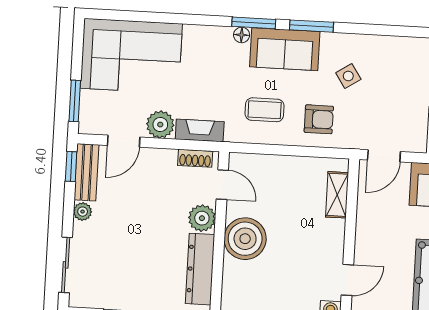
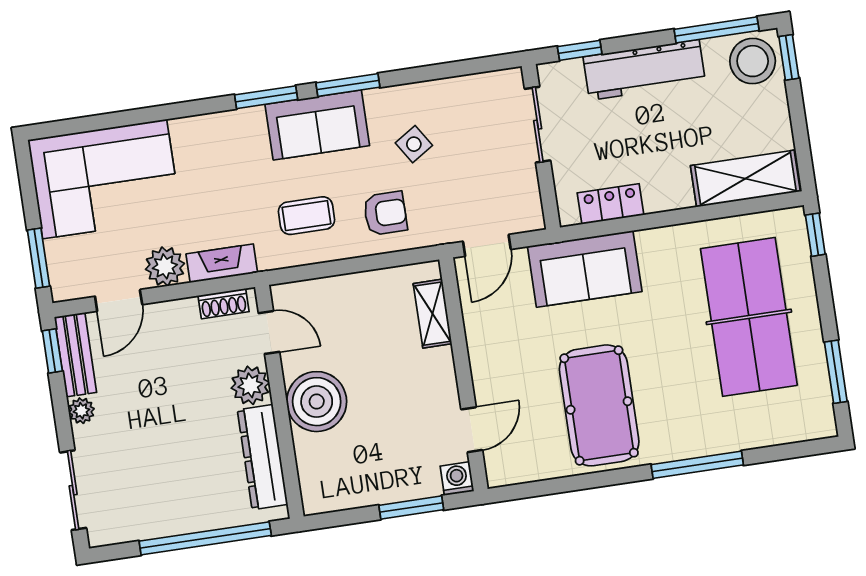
floor lamp: (242, 35) -> (253, 118), removed

